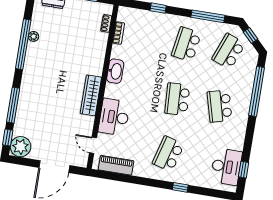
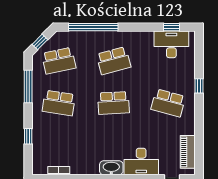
school desk: (229, 51) -> (59, 61), turned -33
washbasin: (115, 71) -> (111, 168), moved

